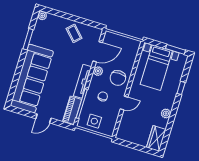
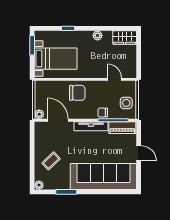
coffee table: (74, 33) -> (51, 161), moved
plant: (98, 71) -> (39, 114), moved
chair: (103, 96) -> (103, 113), moved
door: (124, 103) -> (115, 79), moved

